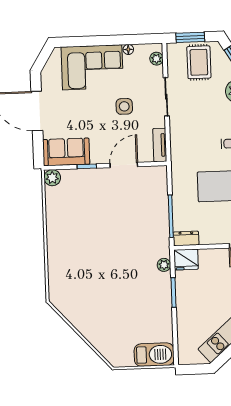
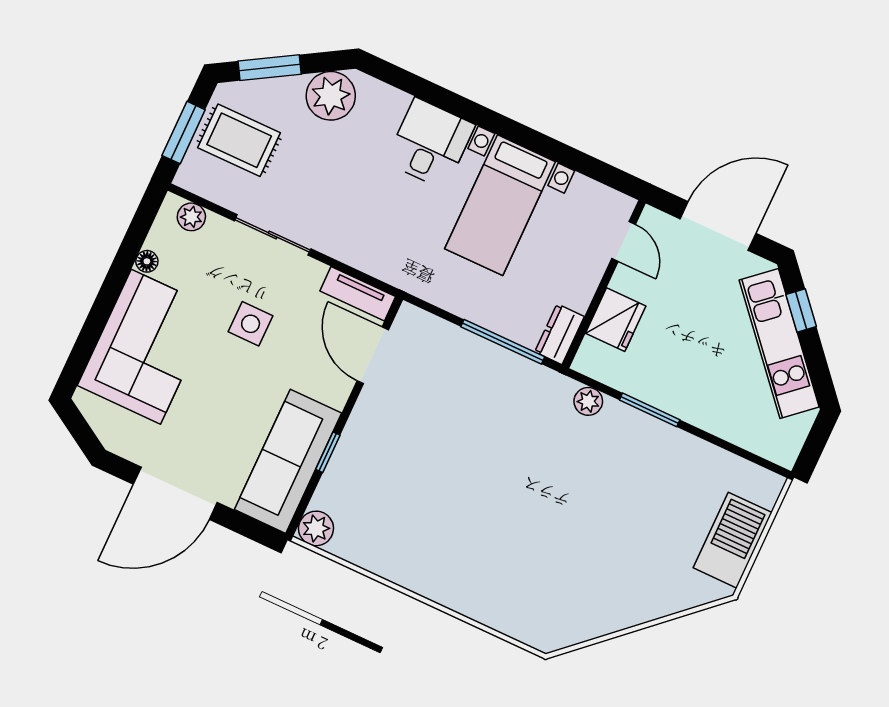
sofa: (66, 152) -> (288, 461), width x1.36
door: (124, 165) -> (373, 355), moved
fridge: (186, 260) -> (616, 320), moved
barbecue: (154, 355) -> (733, 540), moved

